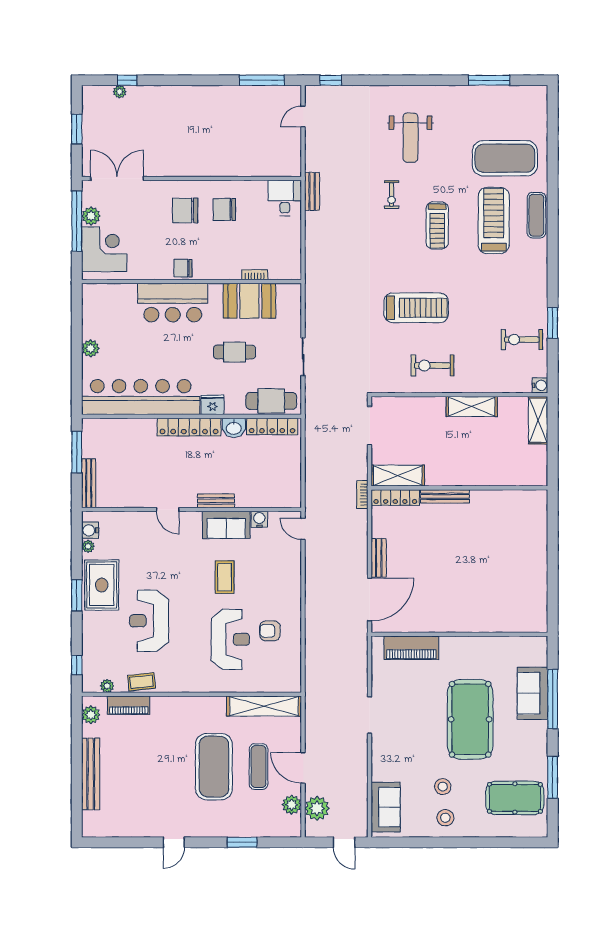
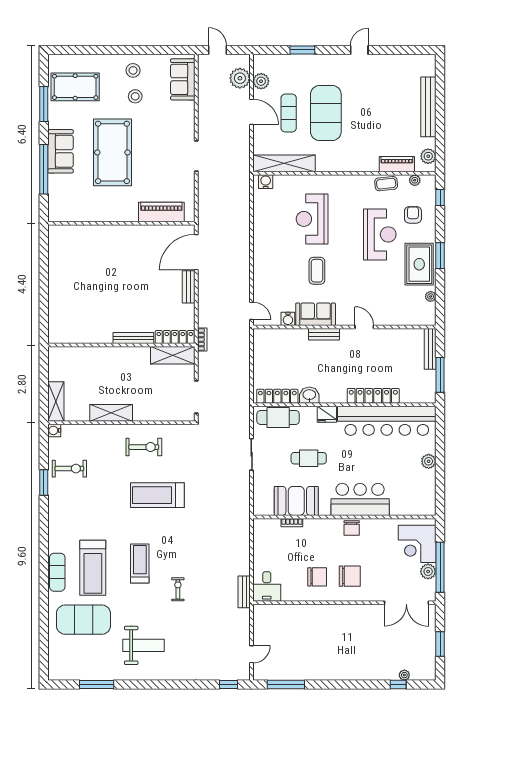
weight bench: (410, 138) -> (144, 645), moved, turned 90
chair: (183, 268) -> (352, 528), turned 90
locker: (189, 427) -> (373, 396), moved
water cooler: (90, 530) -> (266, 182), moved, turned -90
armchair: (270, 631) -> (413, 215), moved, turned -90
sofa: (532, 693) -> (61, 151), moved

